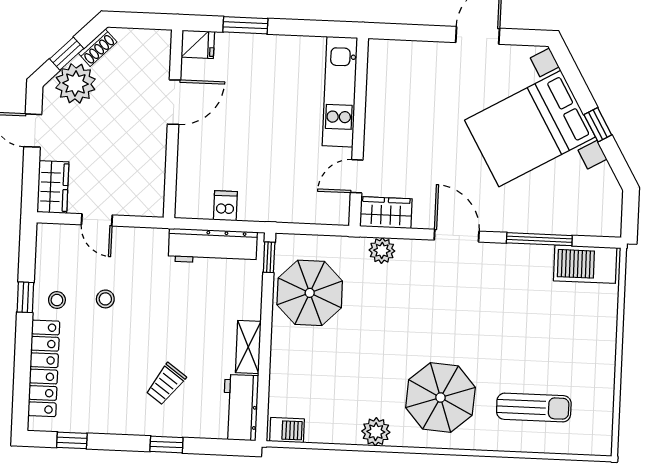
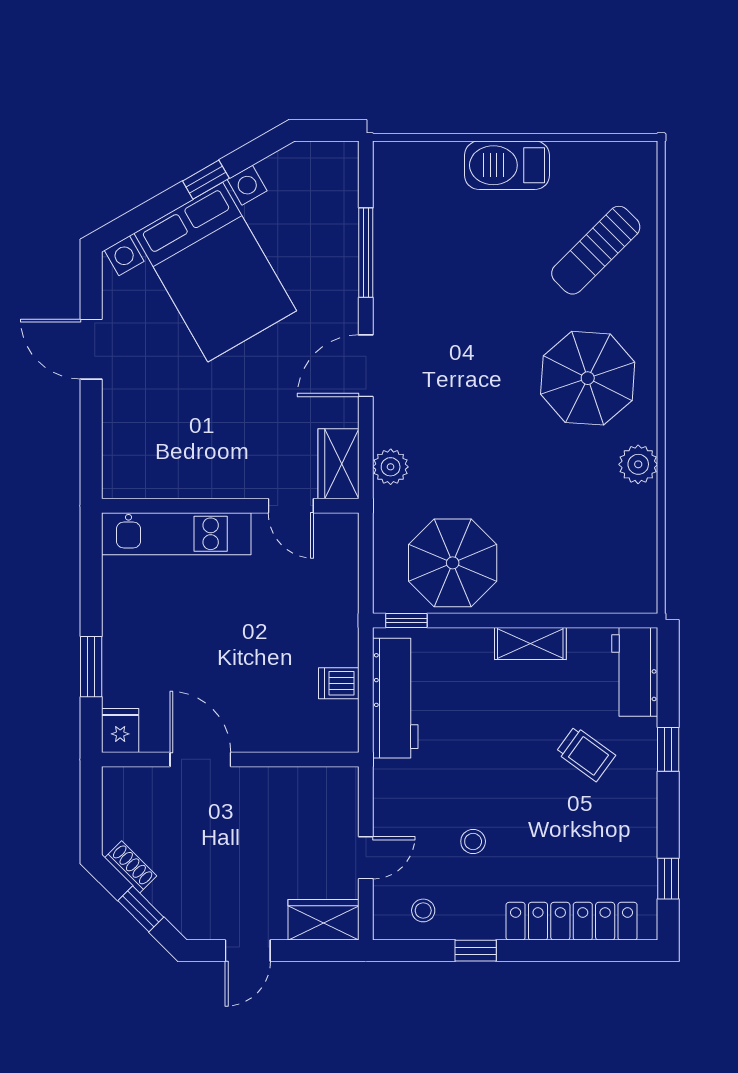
plant: (76, 83) -> (181, 895), removed
barbecue: (585, 264) -> (507, 165), moved, turned 90
stool: (57, 300) -> (423, 910), moved
sun lounger: (534, 407) -> (596, 250), turned -135
workbench: (241, 408) -> (635, 672), moved, turned 90
barbecue: (287, 430) -> (641, 586), removed

